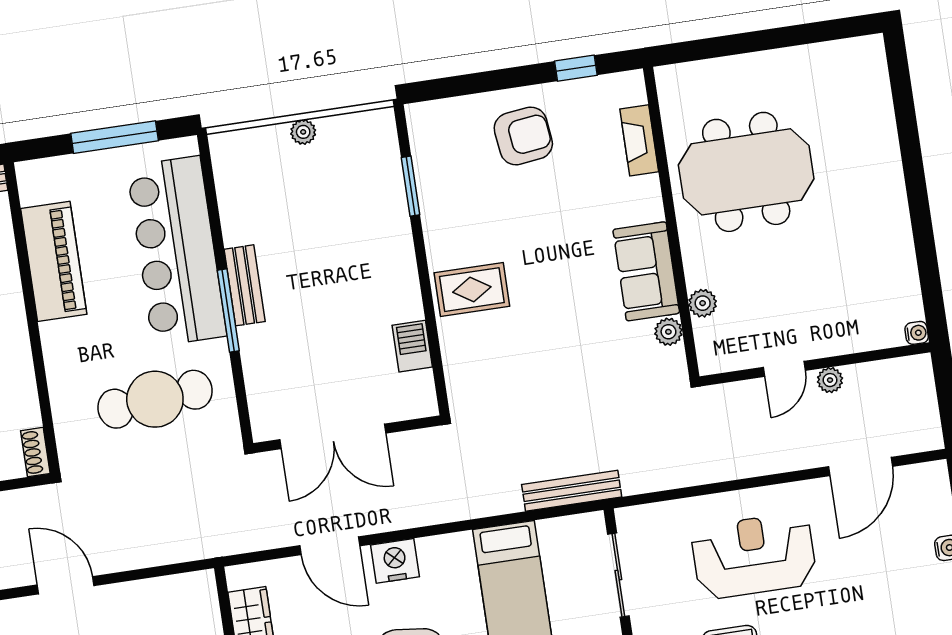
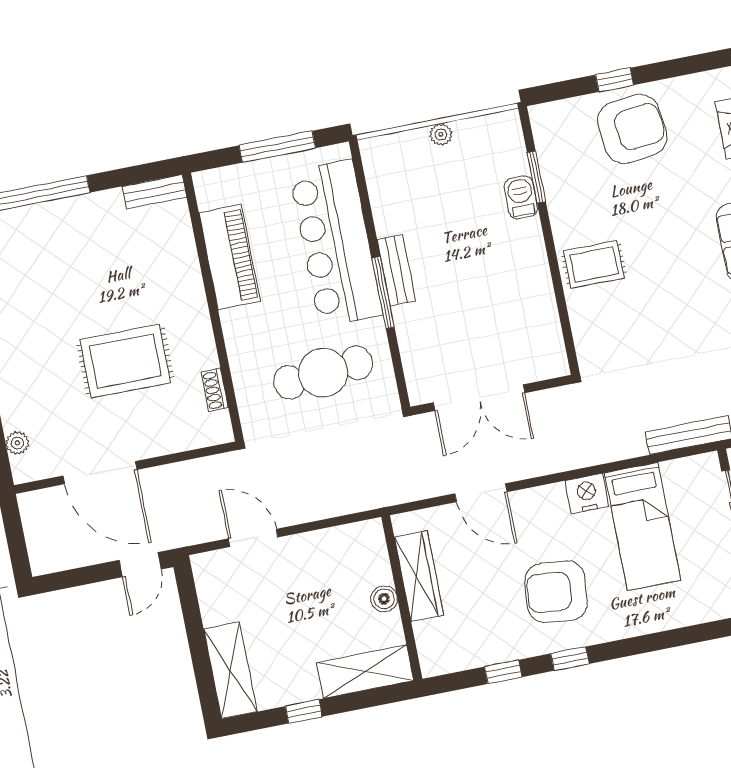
window: (576, 68) -> (614, 80), moved
armchair: (523, 136) -> (632, 129), width x1.36, depth x1.36
barbecue: (412, 346) -> (521, 198), moved
shoe rack: (35, 452) -> (215, 390), moved
nightstand: (395, 561) -> (587, 494), moved

